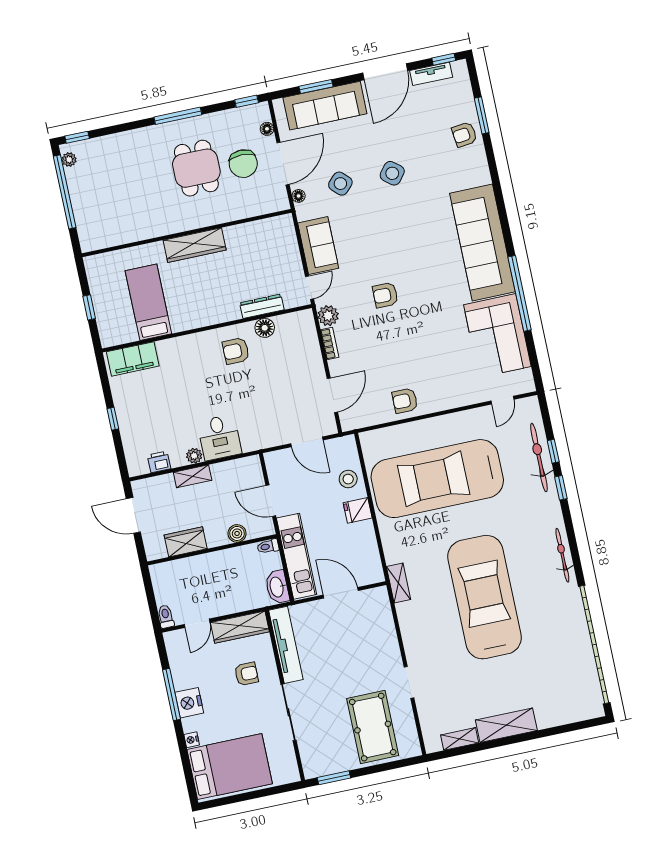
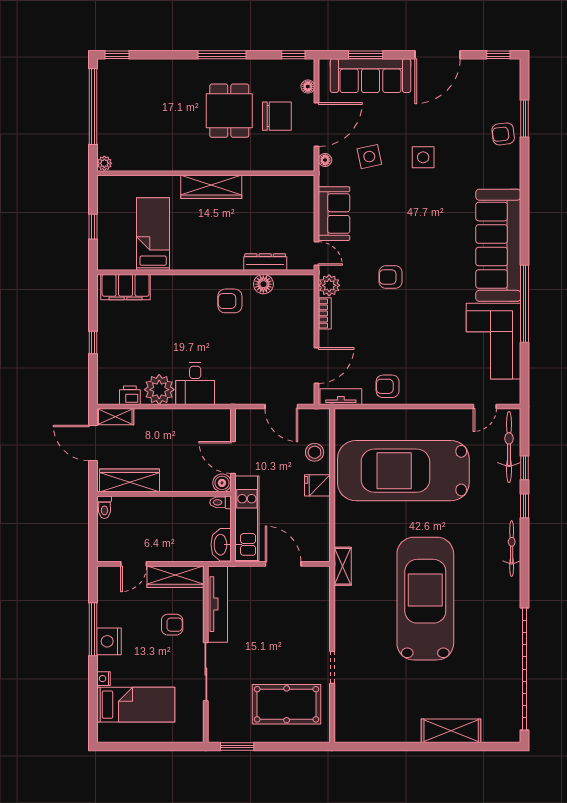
tv unit: (431, 74) -> (341, 397), moved, turned 180
plant: (69, 160) -> (104, 163), moved
chair: (243, 164) -> (277, 116), turned -90
side table: (392, 173) -> (423, 157), turned -38
side table: (340, 184) -> (369, 157), turned 34
door: (309, 288) -> (317, 254), hinge flipped
plant: (194, 456) -> (159, 390), width x1.87, depth x1.87
bicycle: (539, 457) -> (509, 447), moved
shelving: (193, 476) -> (115, 417), moved
boiler: (237, 533) -> (222, 483), moved
wardrobe: (186, 542) -> (130, 480), width x1.50
bicycle: (562, 555) -> (512, 549), moved
toilet: (166, 617) -> (104, 507), moved, turned 180
shelving: (506, 725) -> (451, 731), moved
pool table: (373, 727) -> (287, 704), turned 90
shelving: (460, 739) -> (371, 734), removed
bed: (230, 767) -> (136, 705), width x0.67

